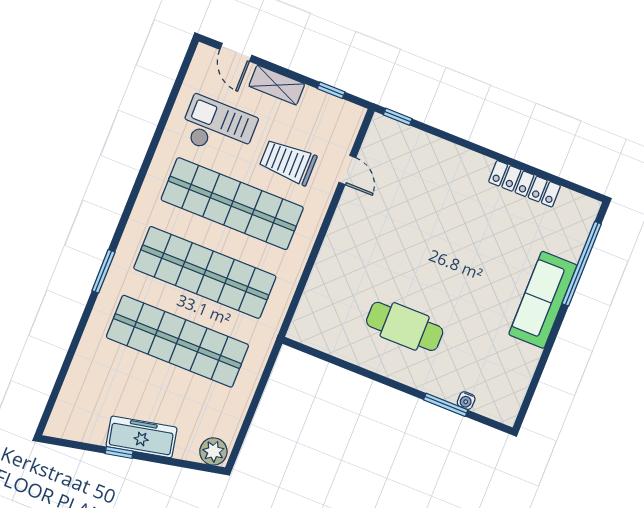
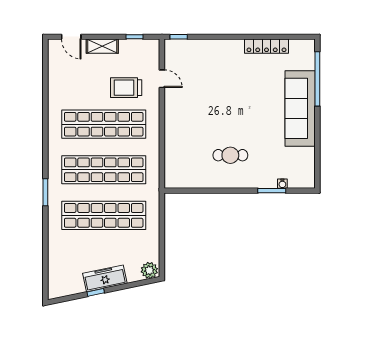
checkout: (218, 128) -> (78, 84), removed
sofa: (543, 300) -> (300, 108), width x1.36, depth x1.27
cafe table: (405, 326) -> (230, 155), width x0.73, depth x0.74

